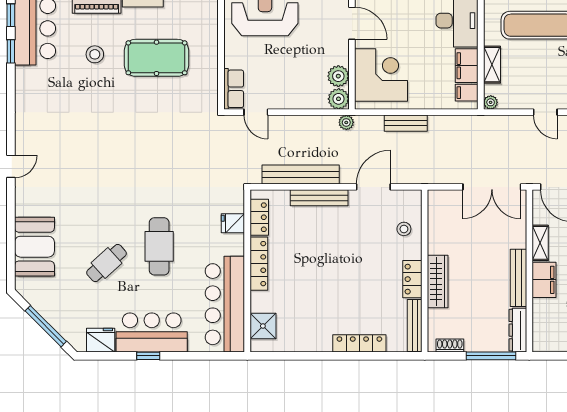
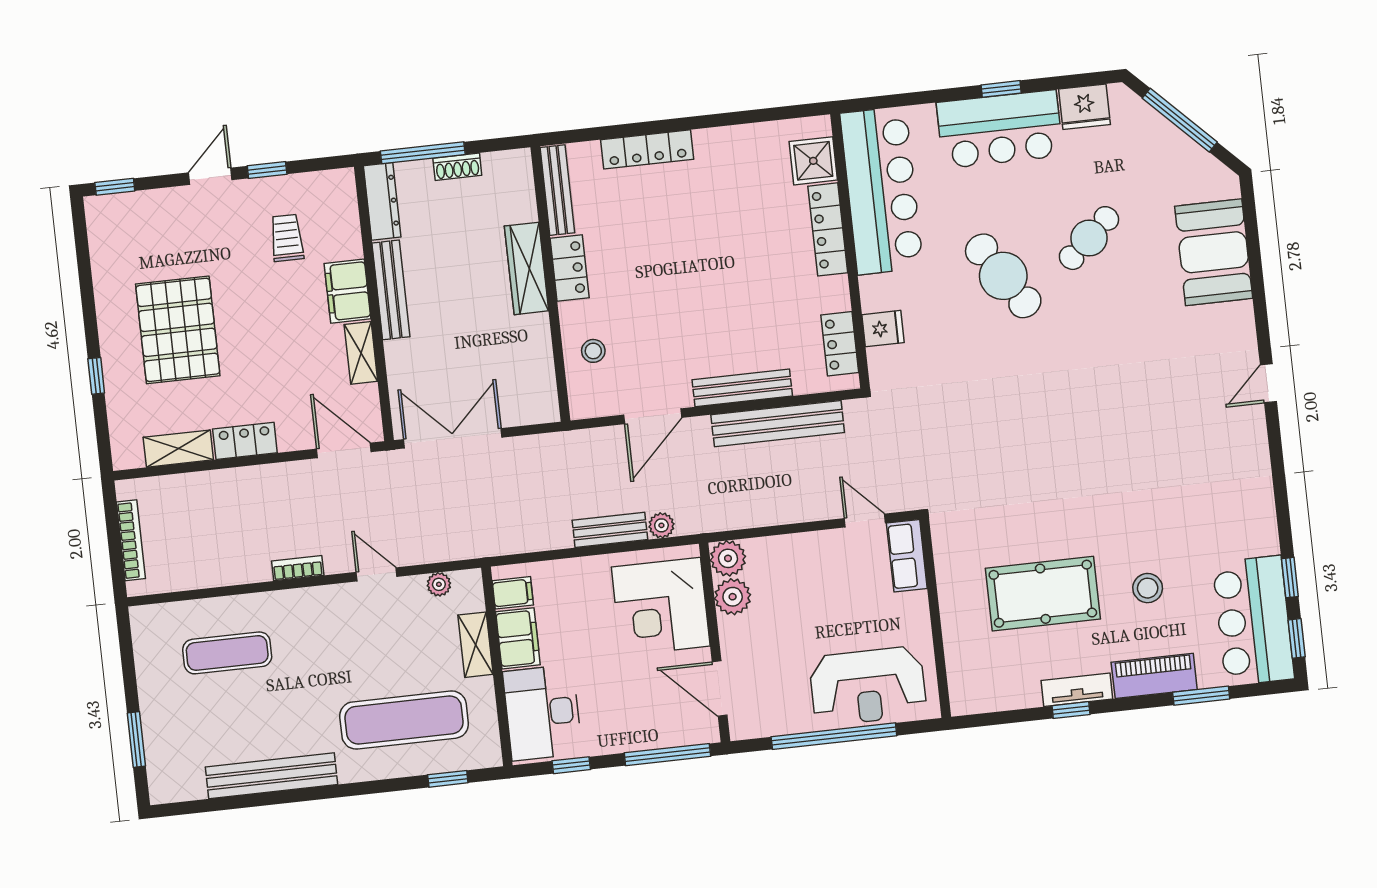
plant: (491, 102) -> (439, 584), moved
plant: (346, 122) -> (661, 525), moved
cafe table: (159, 246) -> (1003, 276), turned -33
locker: (259, 264) -> (828, 229), moved
shoe rack: (450, 346) -> (457, 167), moved

